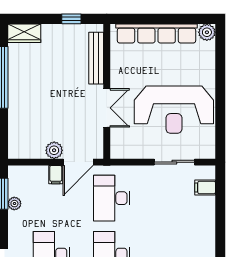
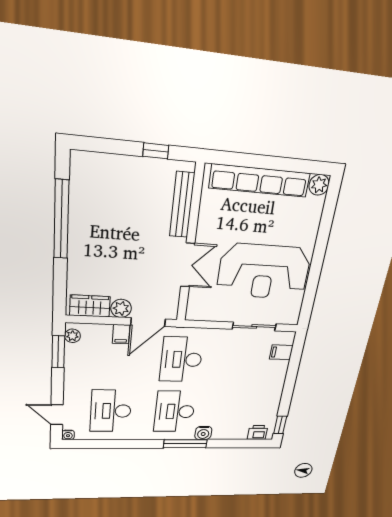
wardrobe: (24, 33) -> (90, 306), moved, turned 180
plant: (14, 204) -> (72, 336), moved

